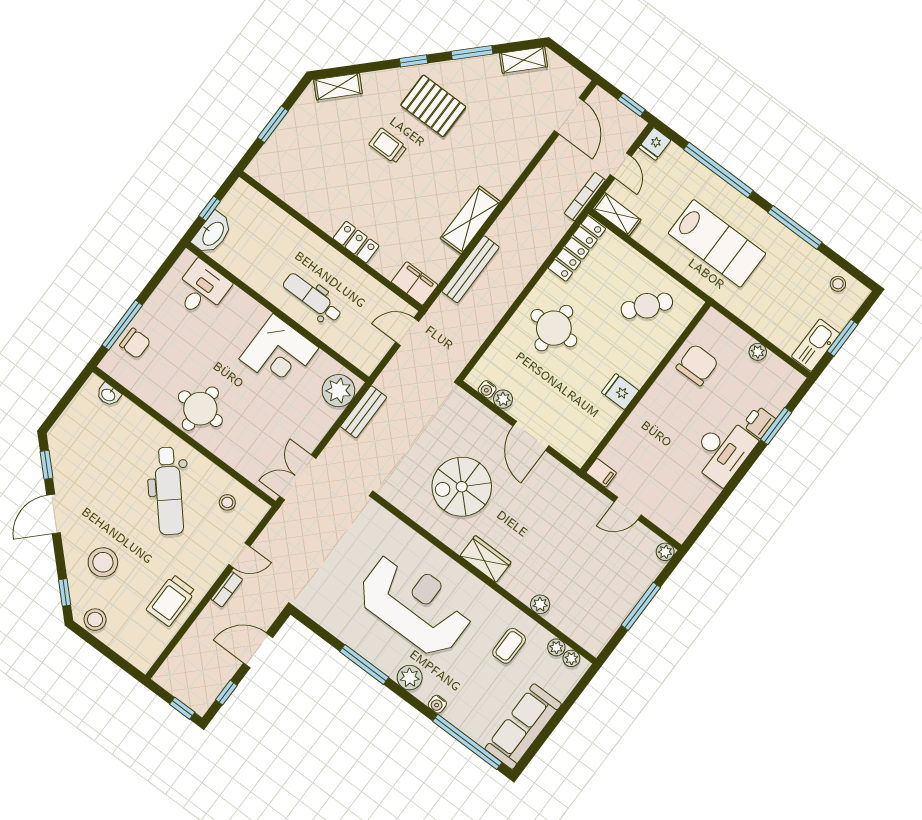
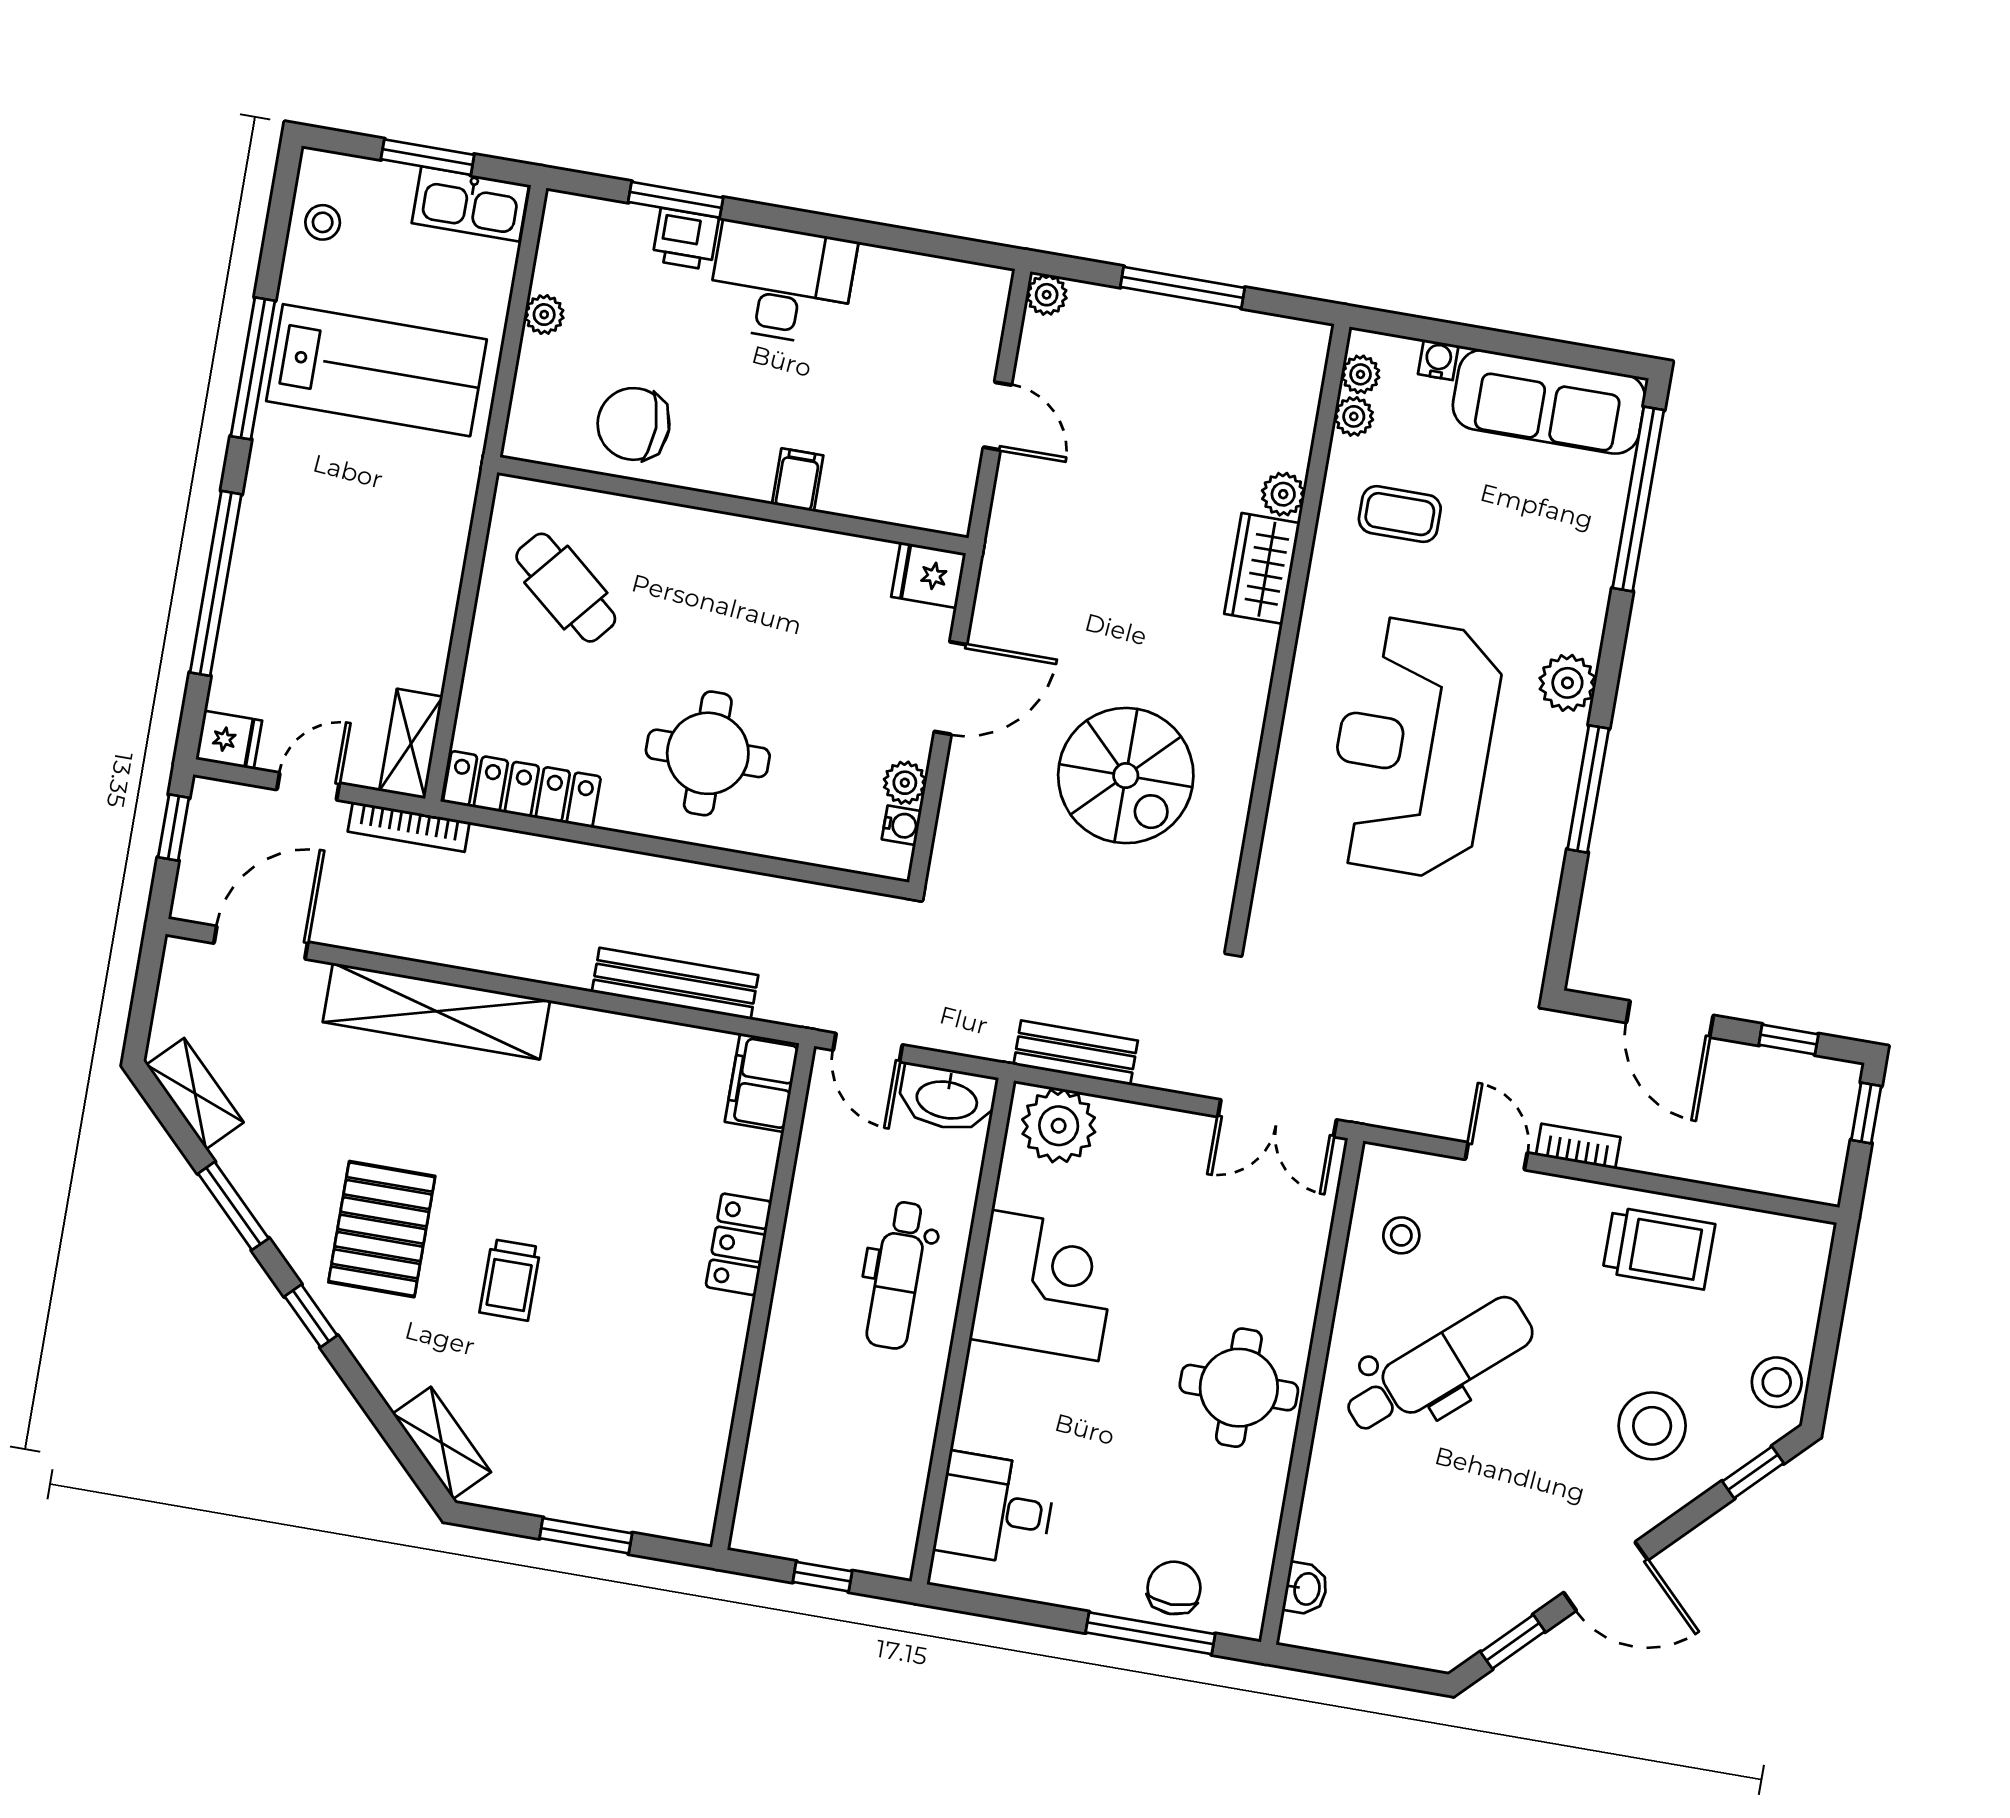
shelving: (470, 220) -> (436, 1011), moved, width x1.47
washbasin: (213, 233) -> (947, 1098), moved, turned 180
lab bench: (717, 243) -> (376, 370), moved, turned 90
fridge: (620, 392) -> (929, 575), moved, turned 90
filing cabinet: (601, 473) -> (798, 480), moved
wardrobe: (486, 559) -> (1262, 568), moved
water cooler: (437, 704) -> (1438, 360), moved, turned -90

